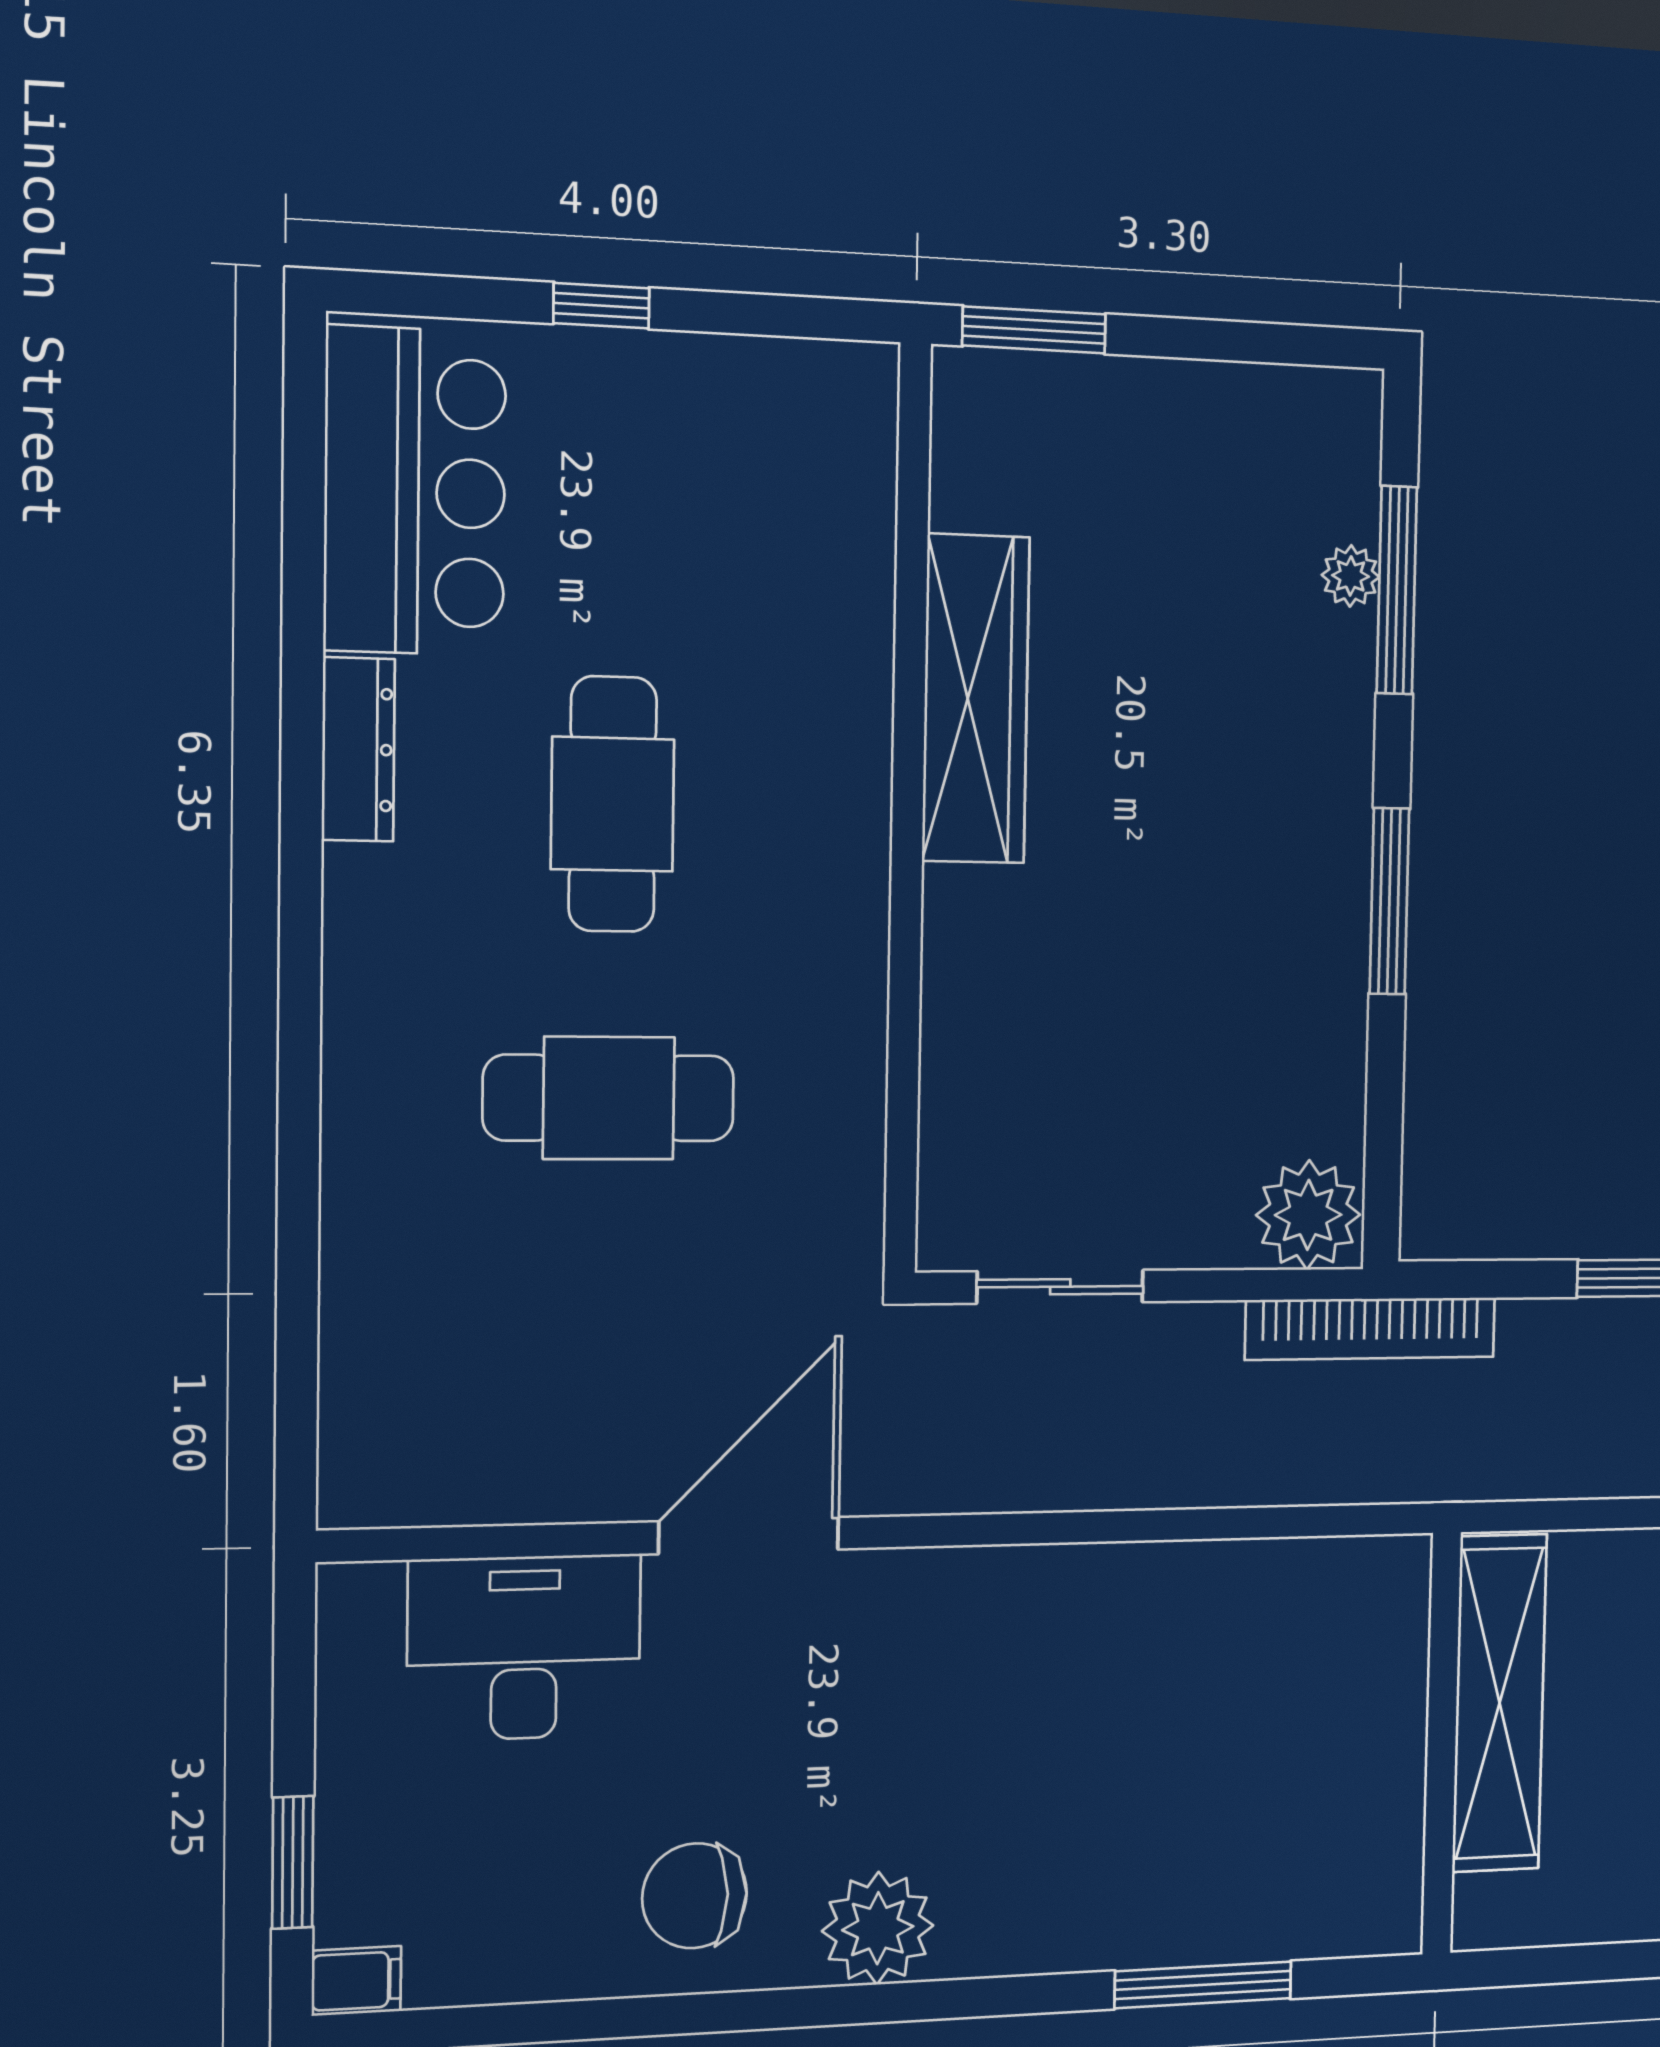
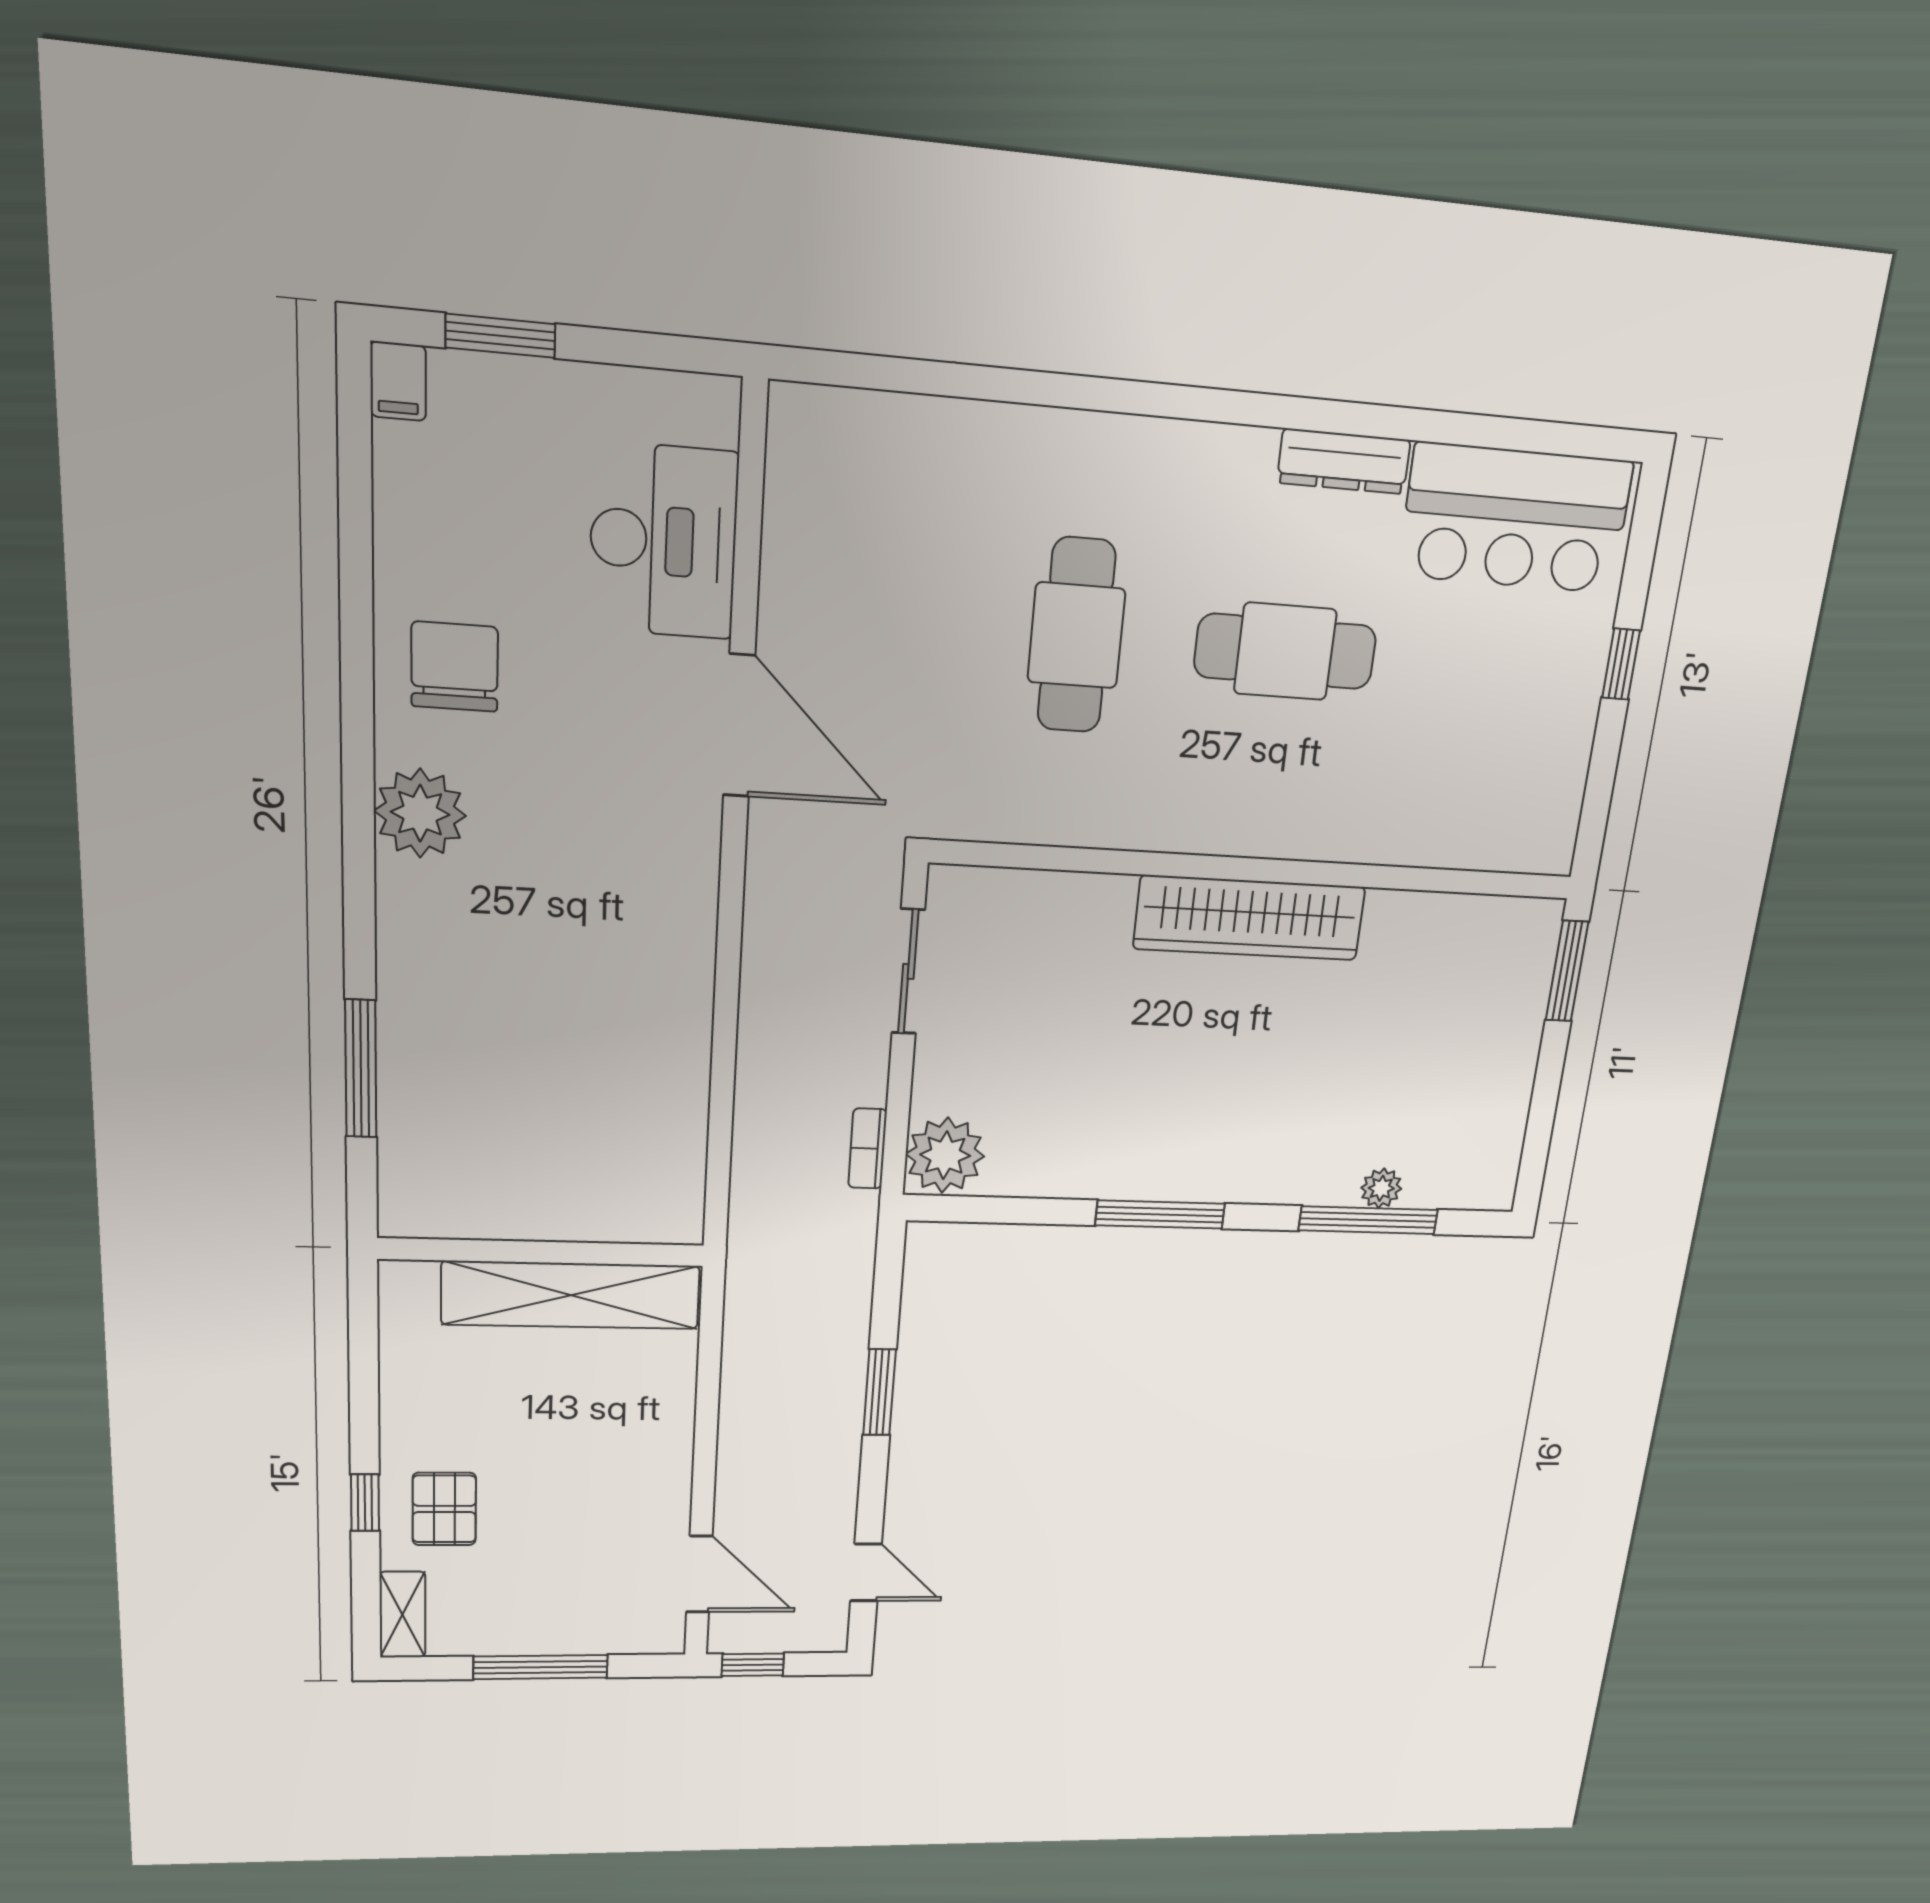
wardrobe: (976, 699) -> (1249, 918), moved
bookcase: (1371, 1329) -> (868, 1148), width x0.43, depth x0.76

